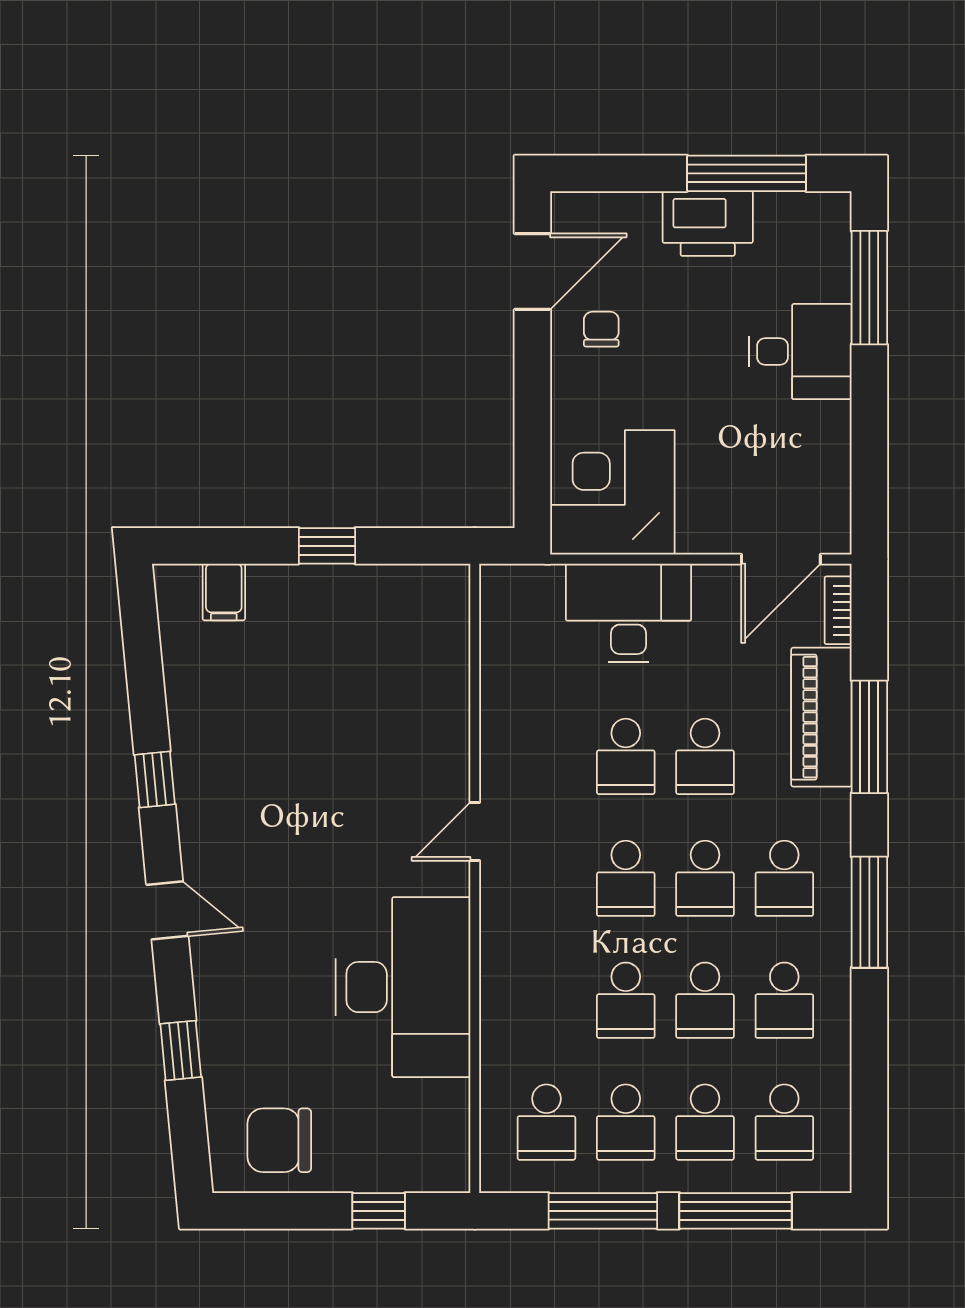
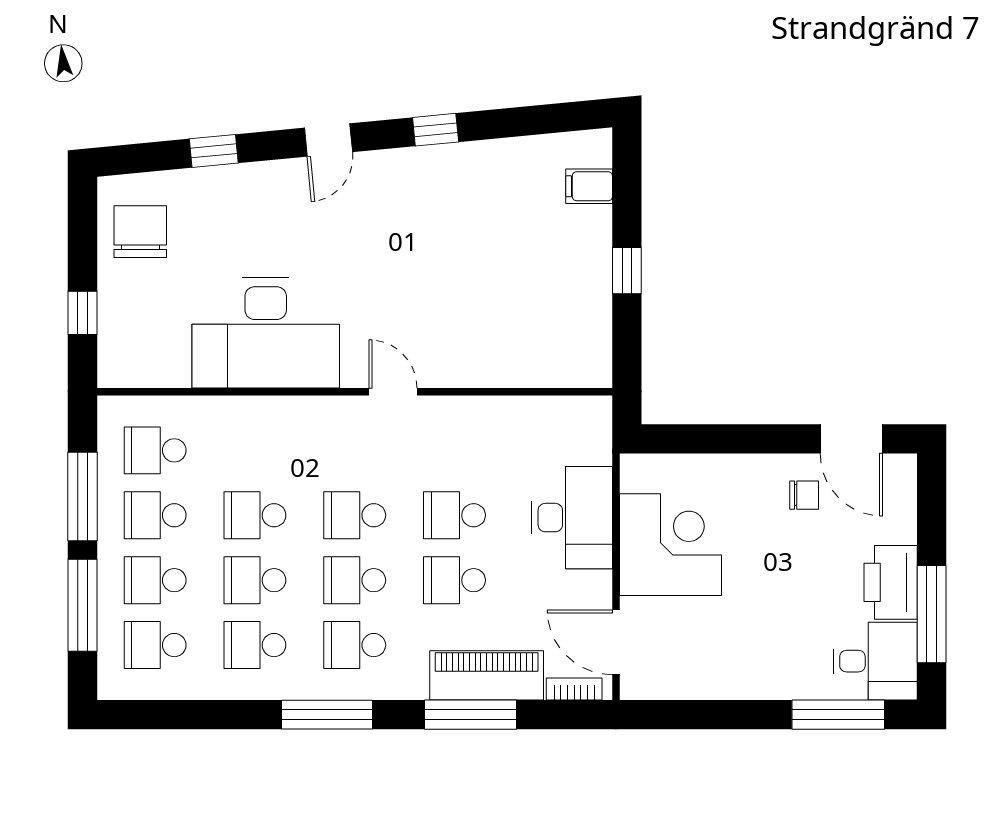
desk: (800, 352) -> (875, 661), moved, turned -90
corner desk: (612, 492) -> (671, 545), moved

